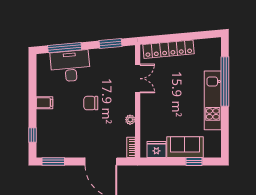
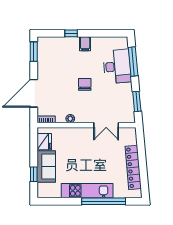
locker: (168, 49) -> (133, 167), moved
window: (32, 135) -> (71, 33), moved

